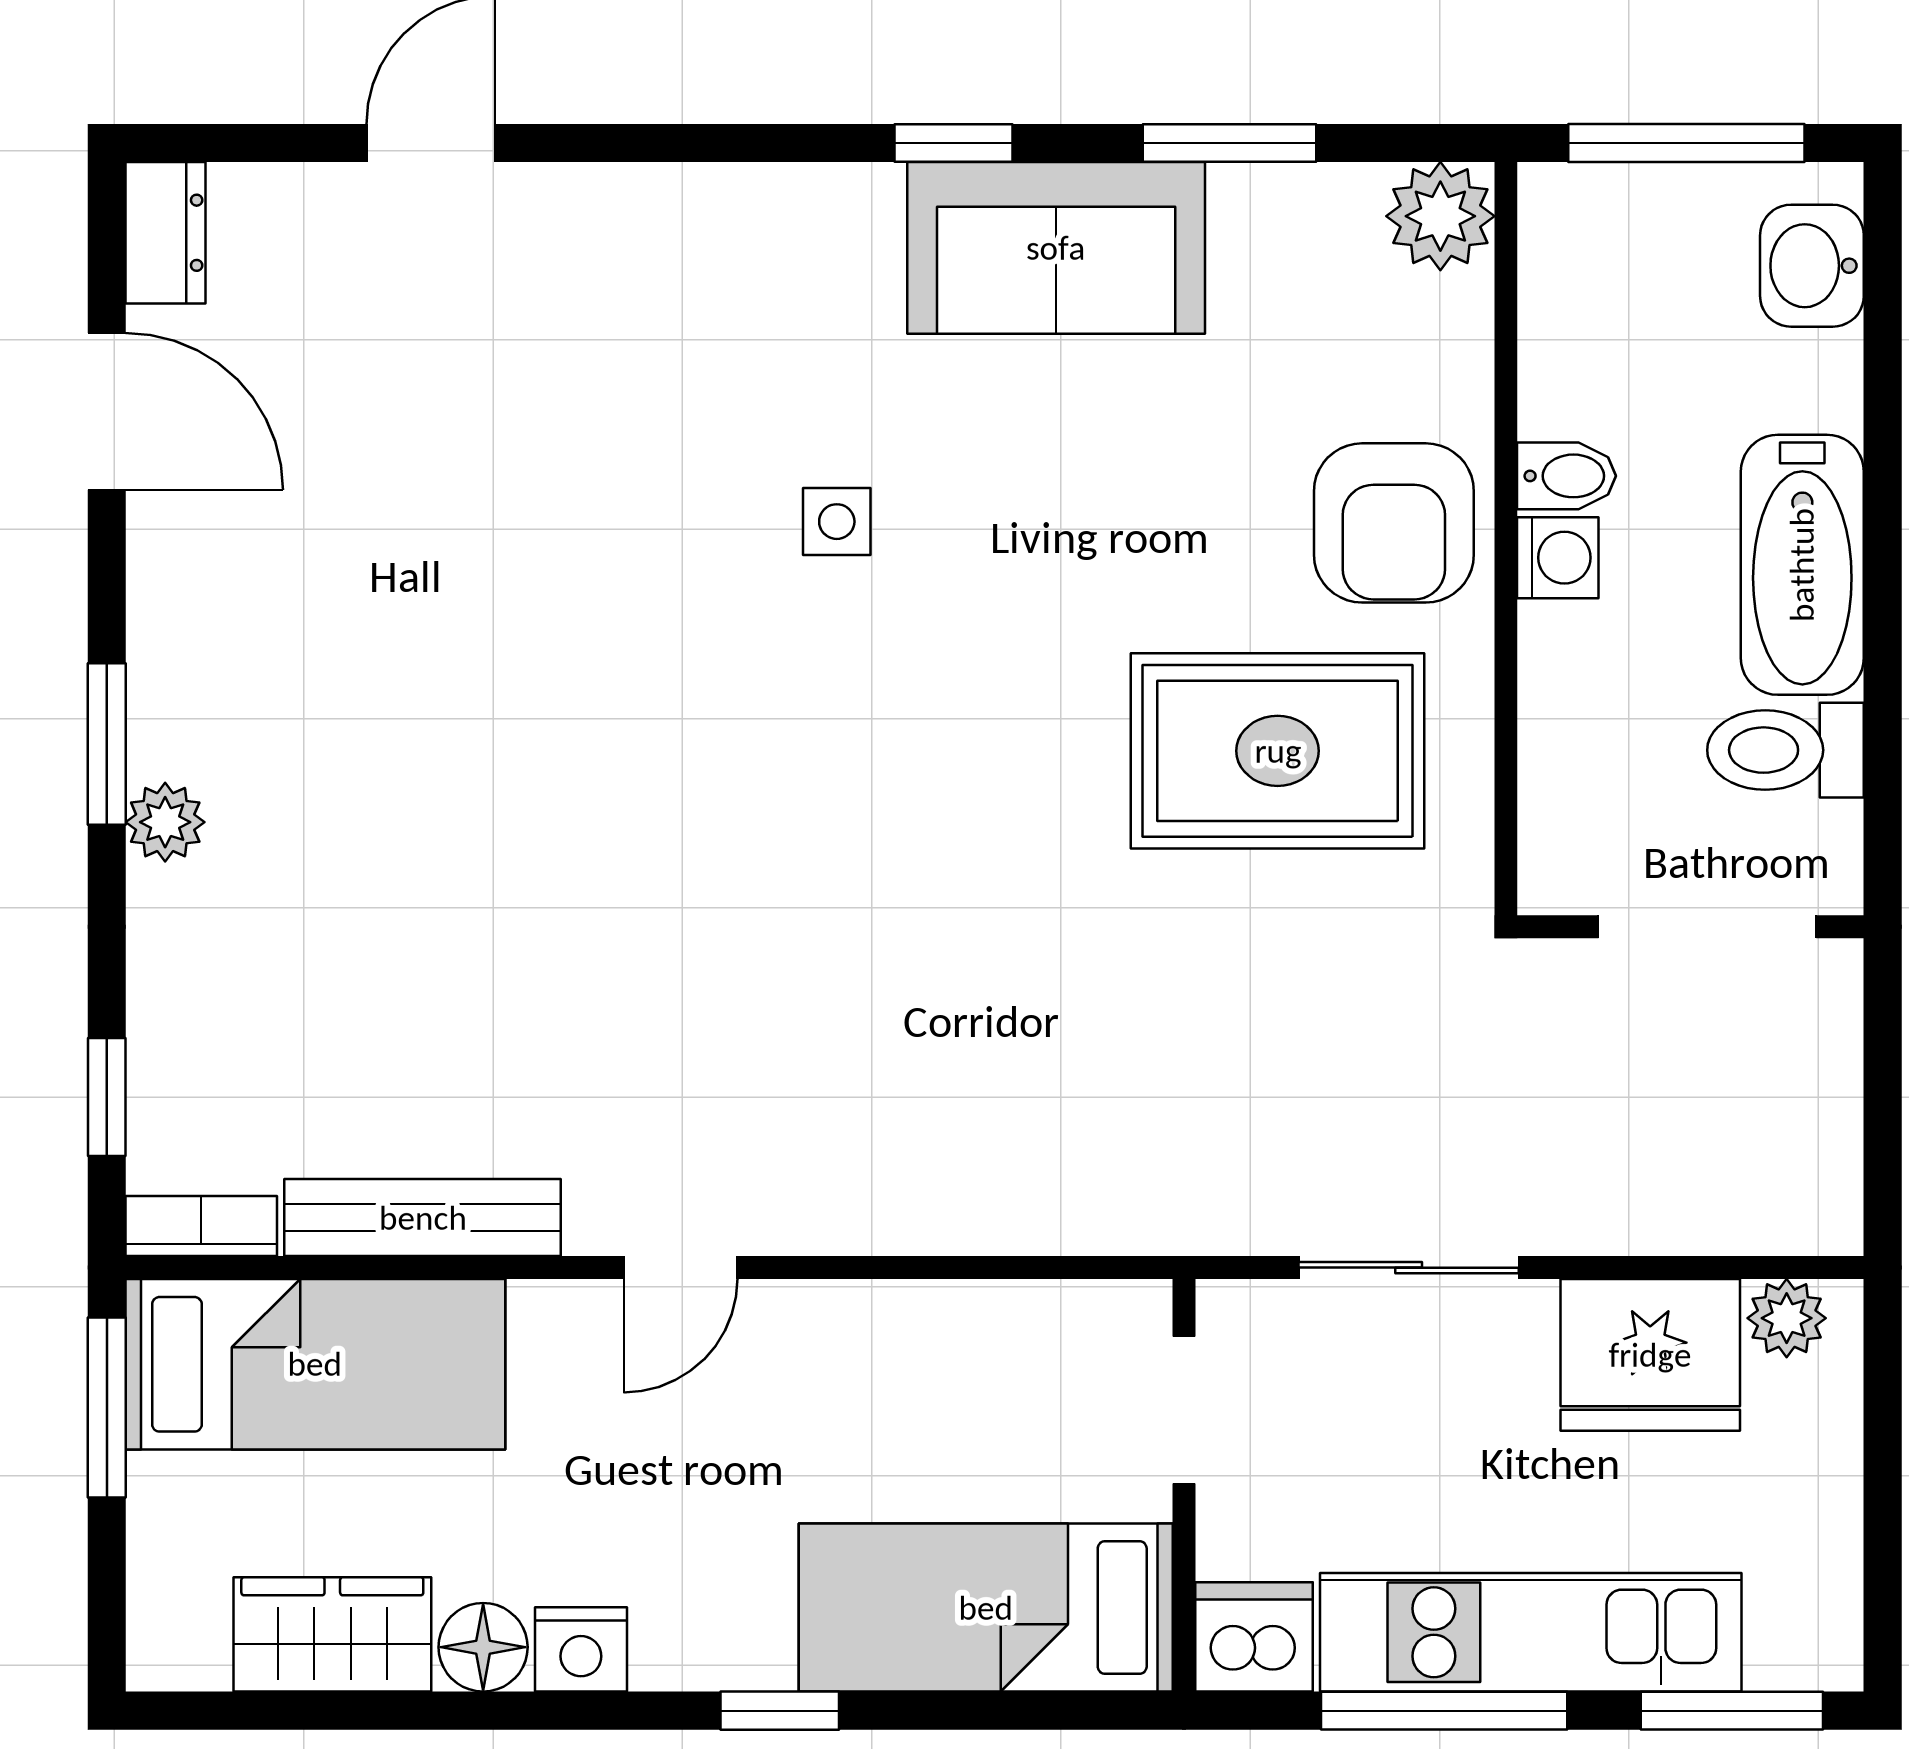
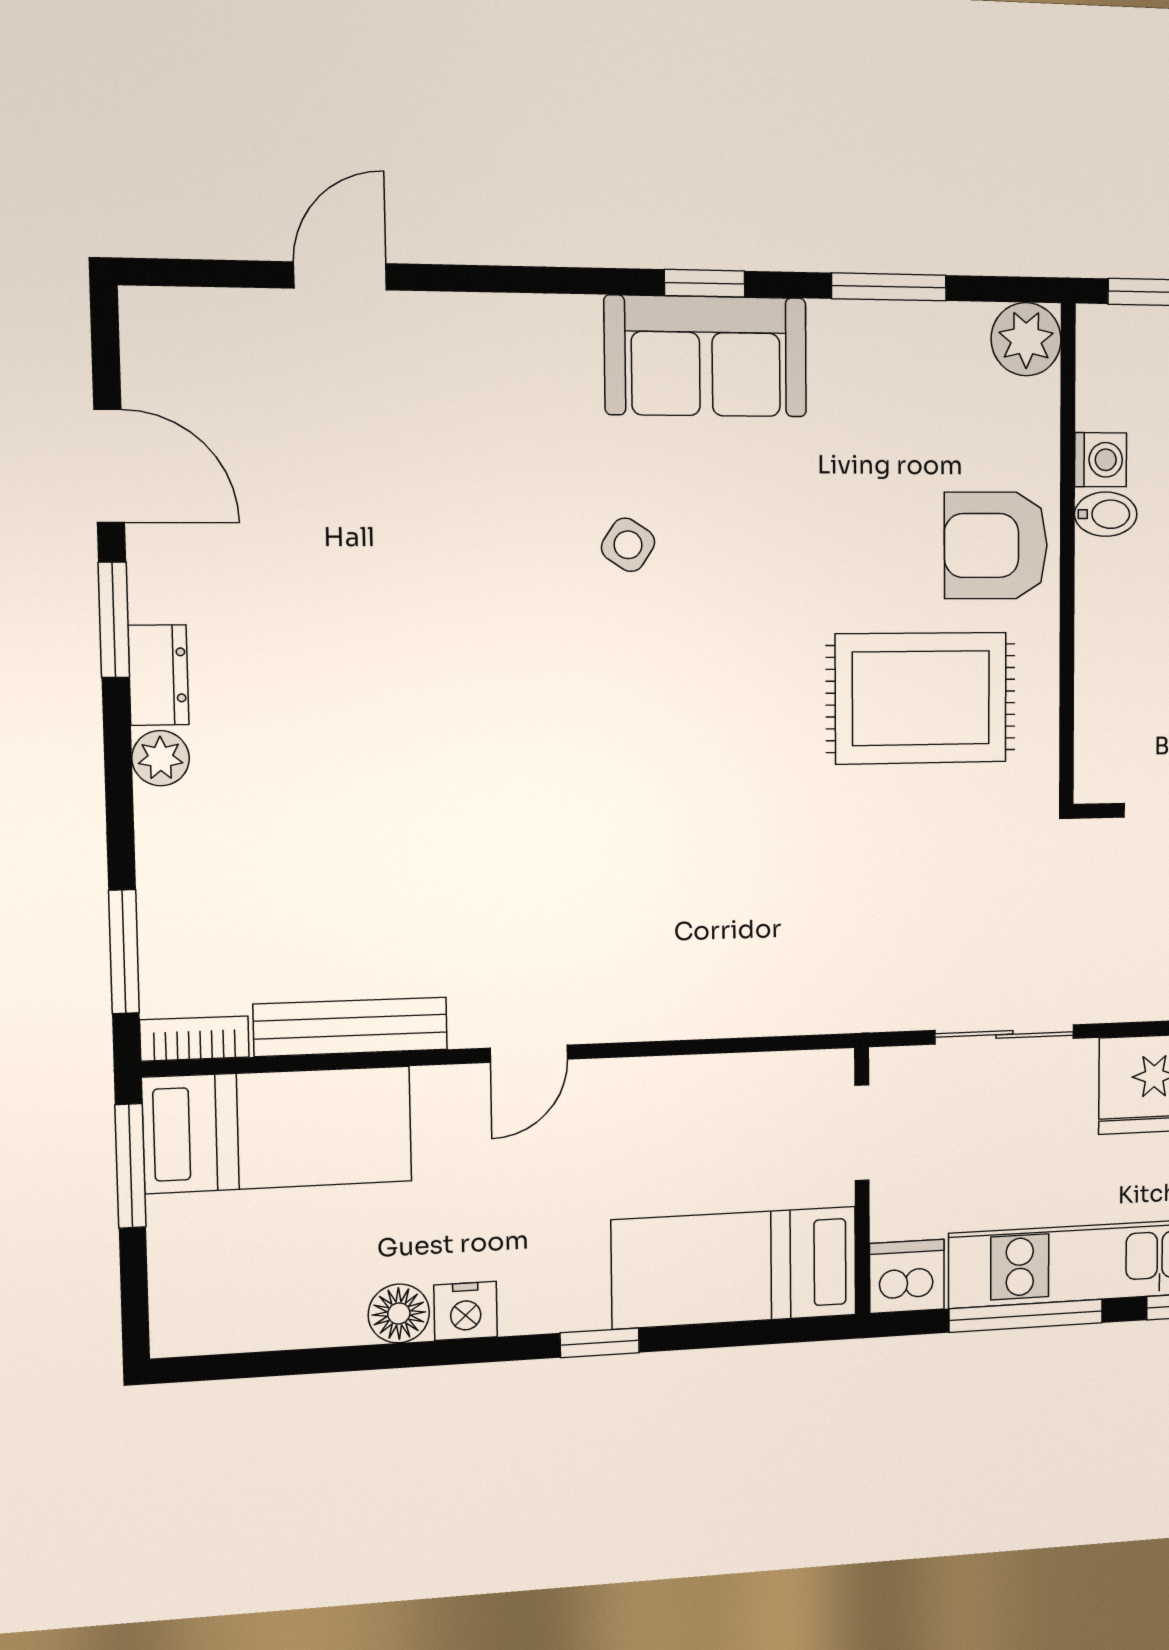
dresser: (166, 233) -> (158, 675), moved
sofa: (1056, 248) -> (706, 356), moved
side table: (837, 522) -> (628, 545), turned 33
armchair: (1394, 523) -> (996, 545), turned 90
washing machine: (1558, 558) -> (1101, 460), moved
window: (107, 744) -> (114, 620), moved
window: (107, 1097) -> (124, 952), width x1.50
wardrobe: (332, 1634) -> (294, 1311), removed

